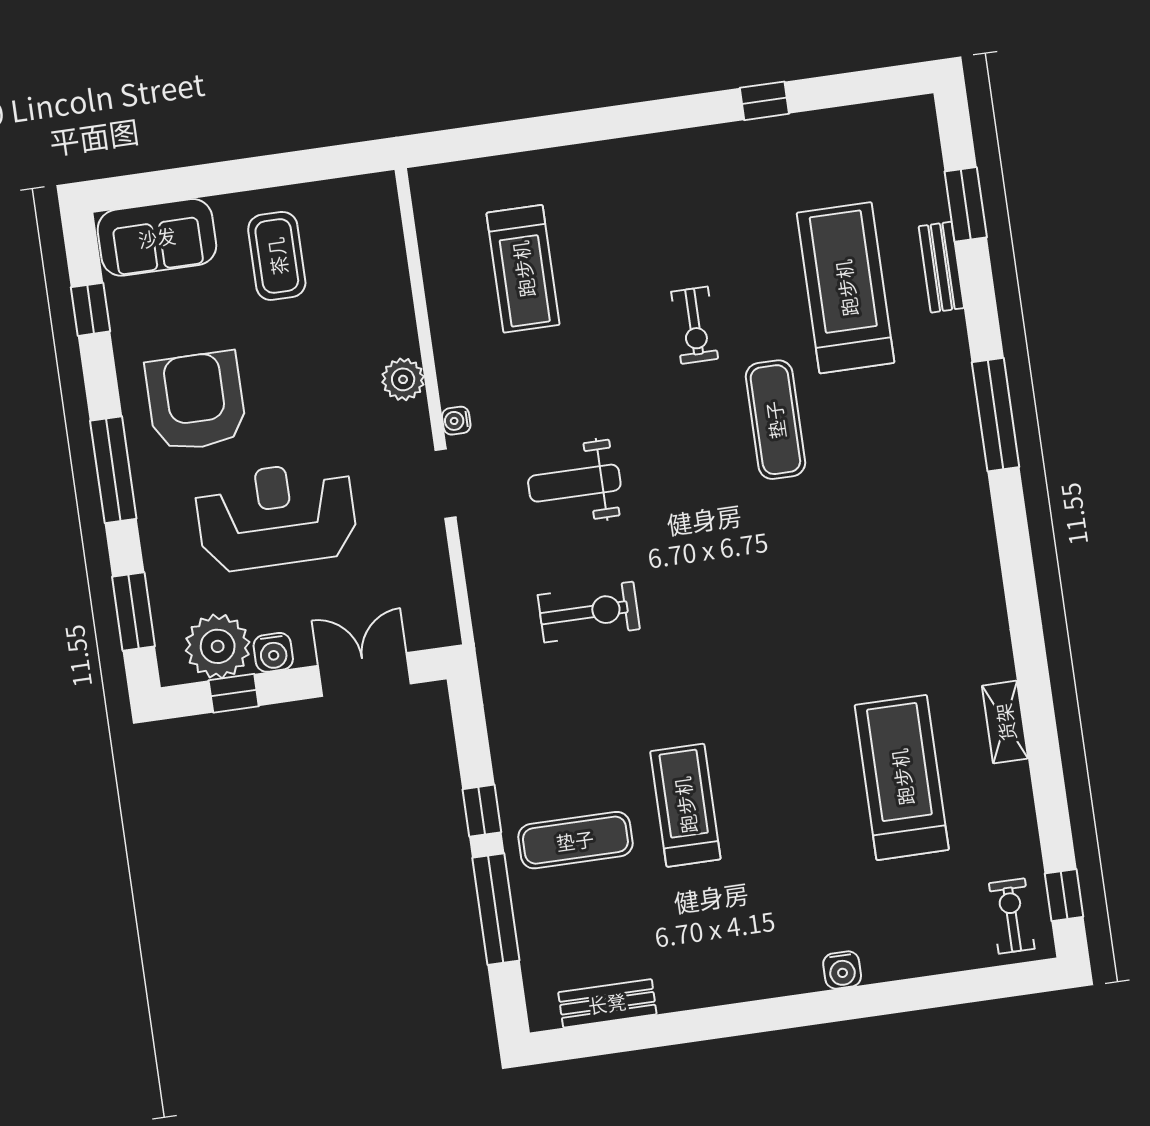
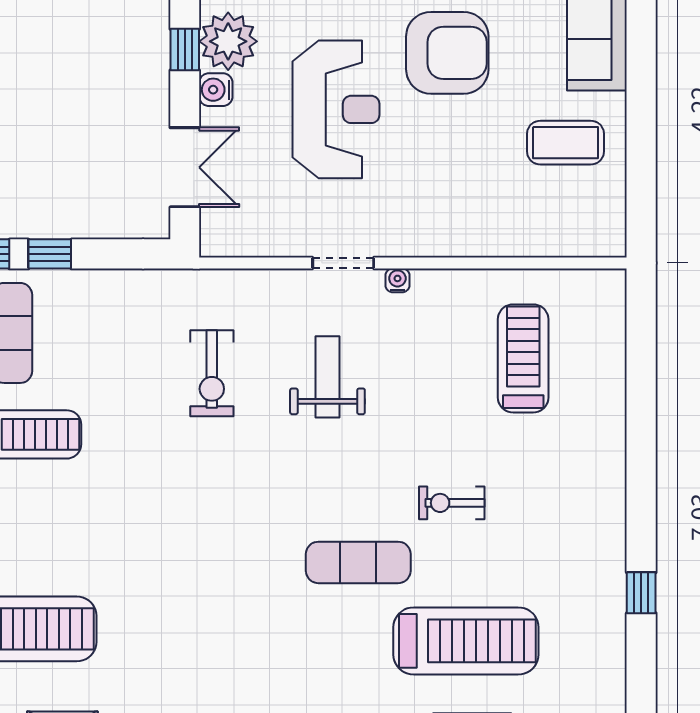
treadmill: (523, 269) -> (523, 358), turned 90
plant: (403, 379) -> (441, 239), removed

